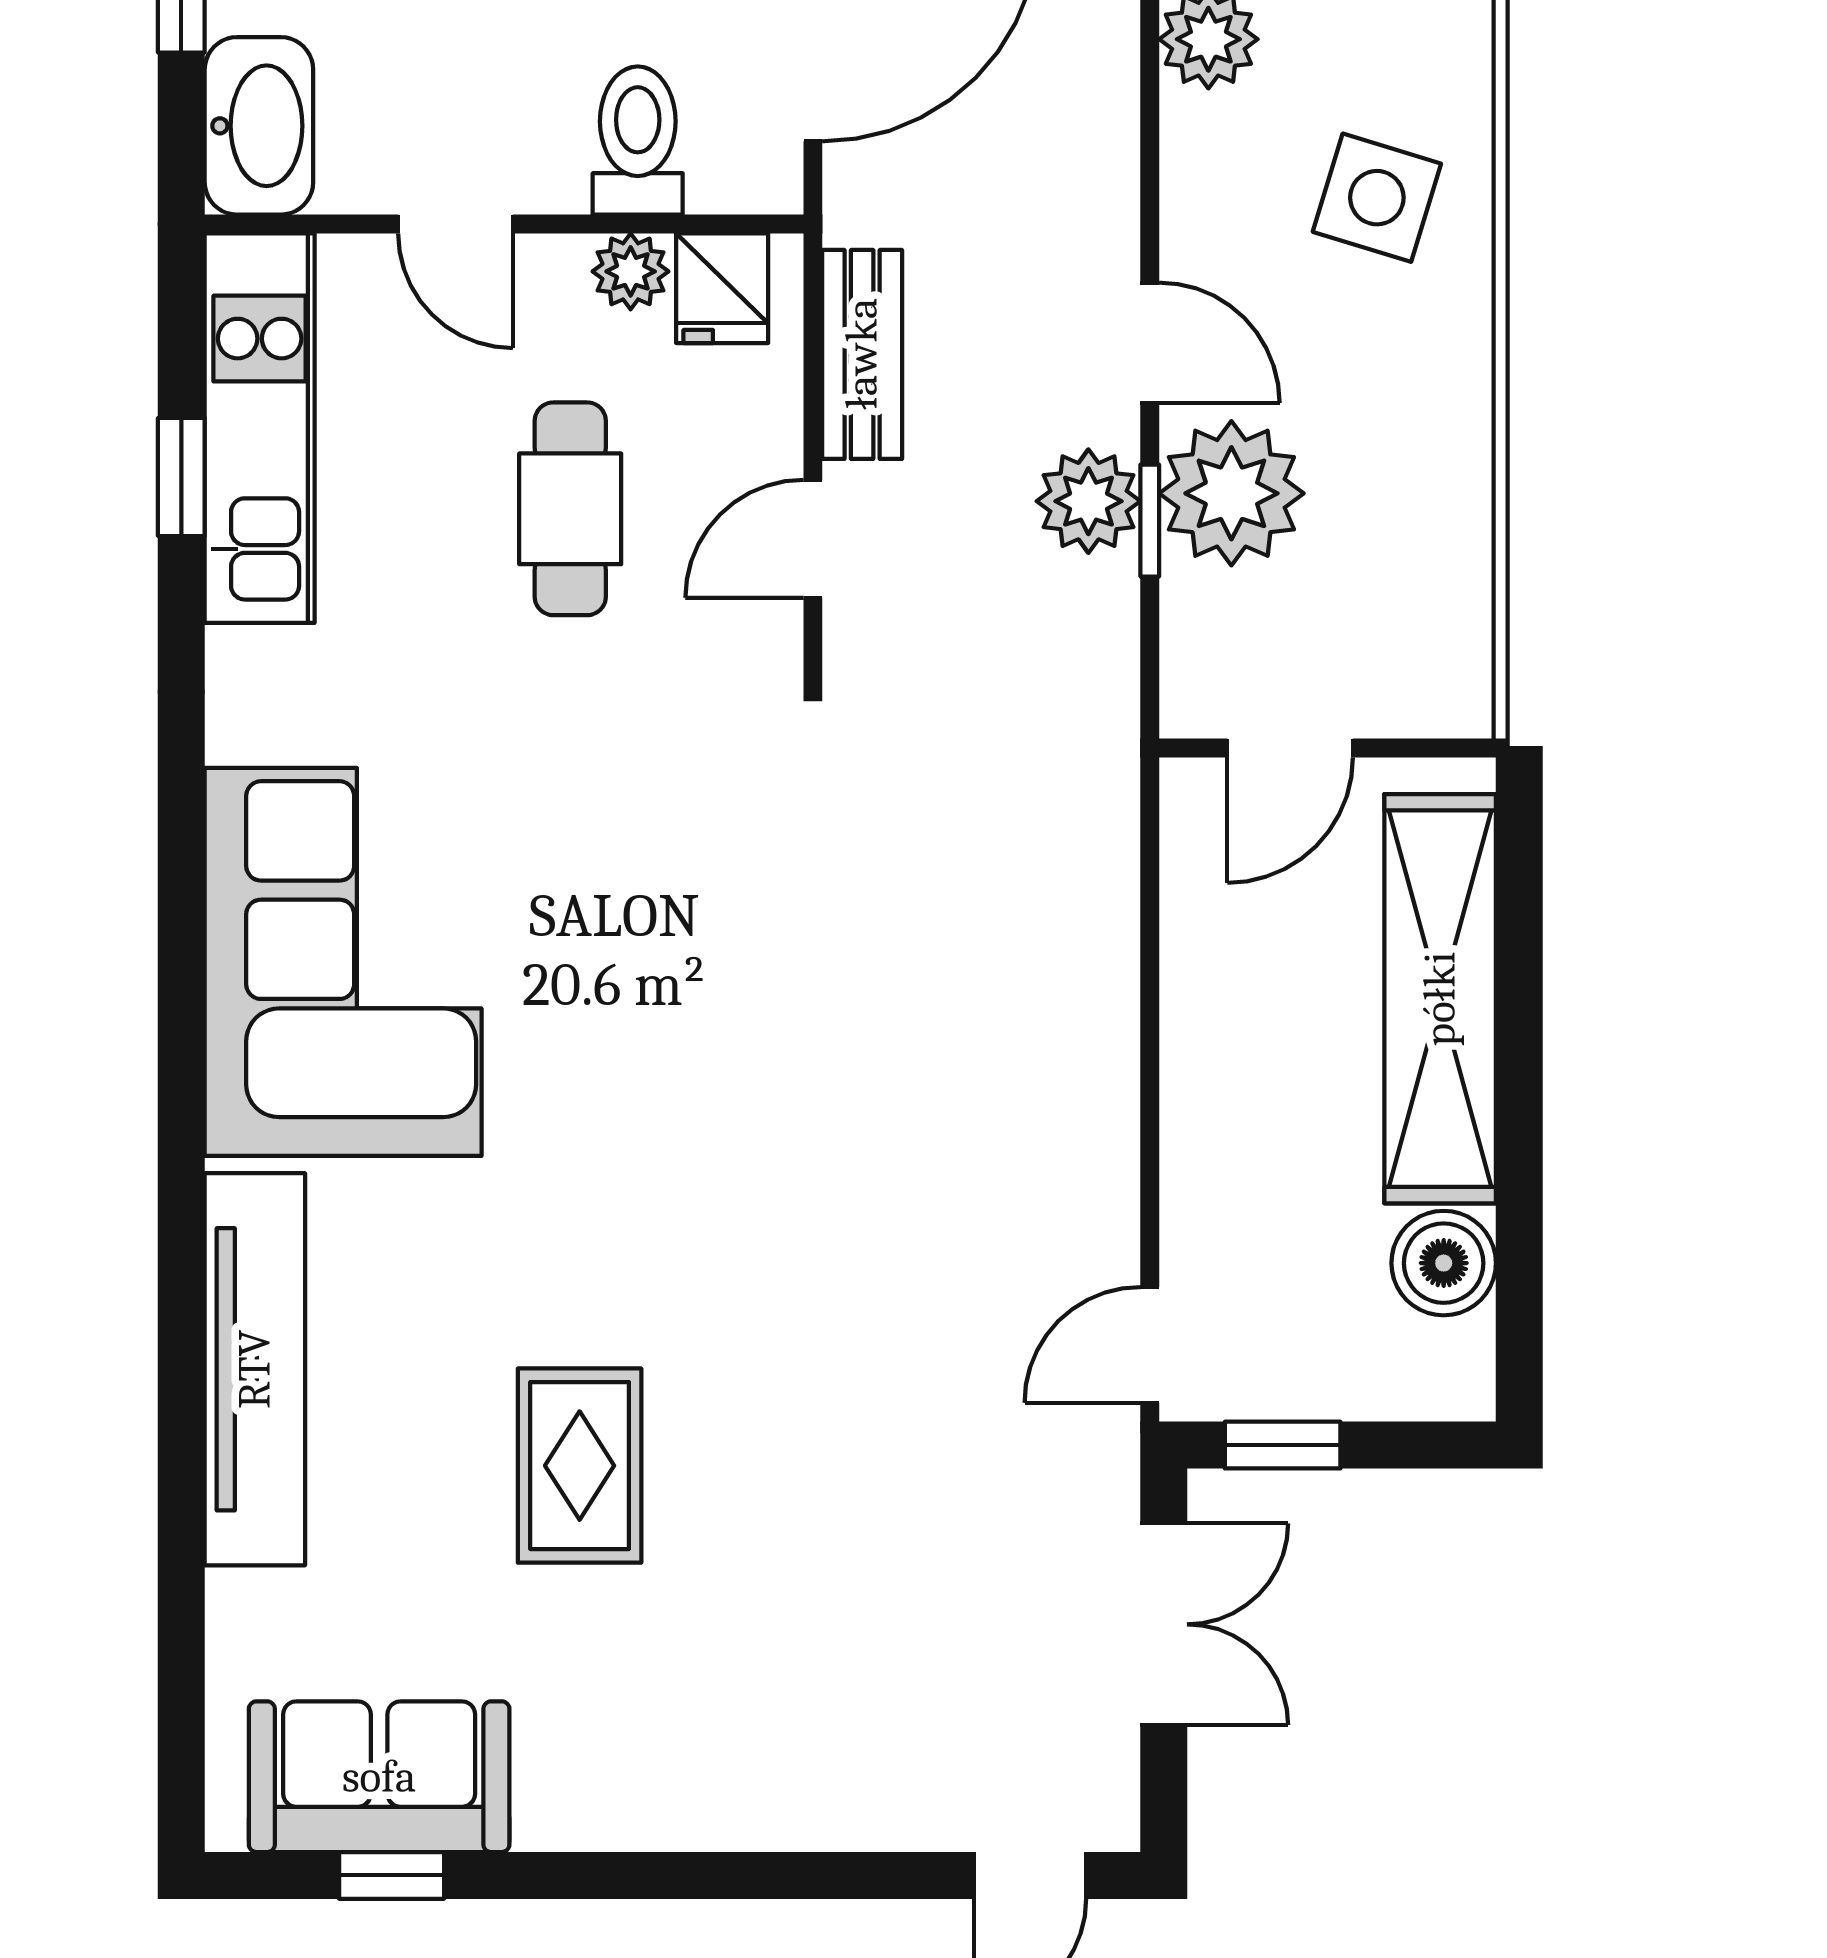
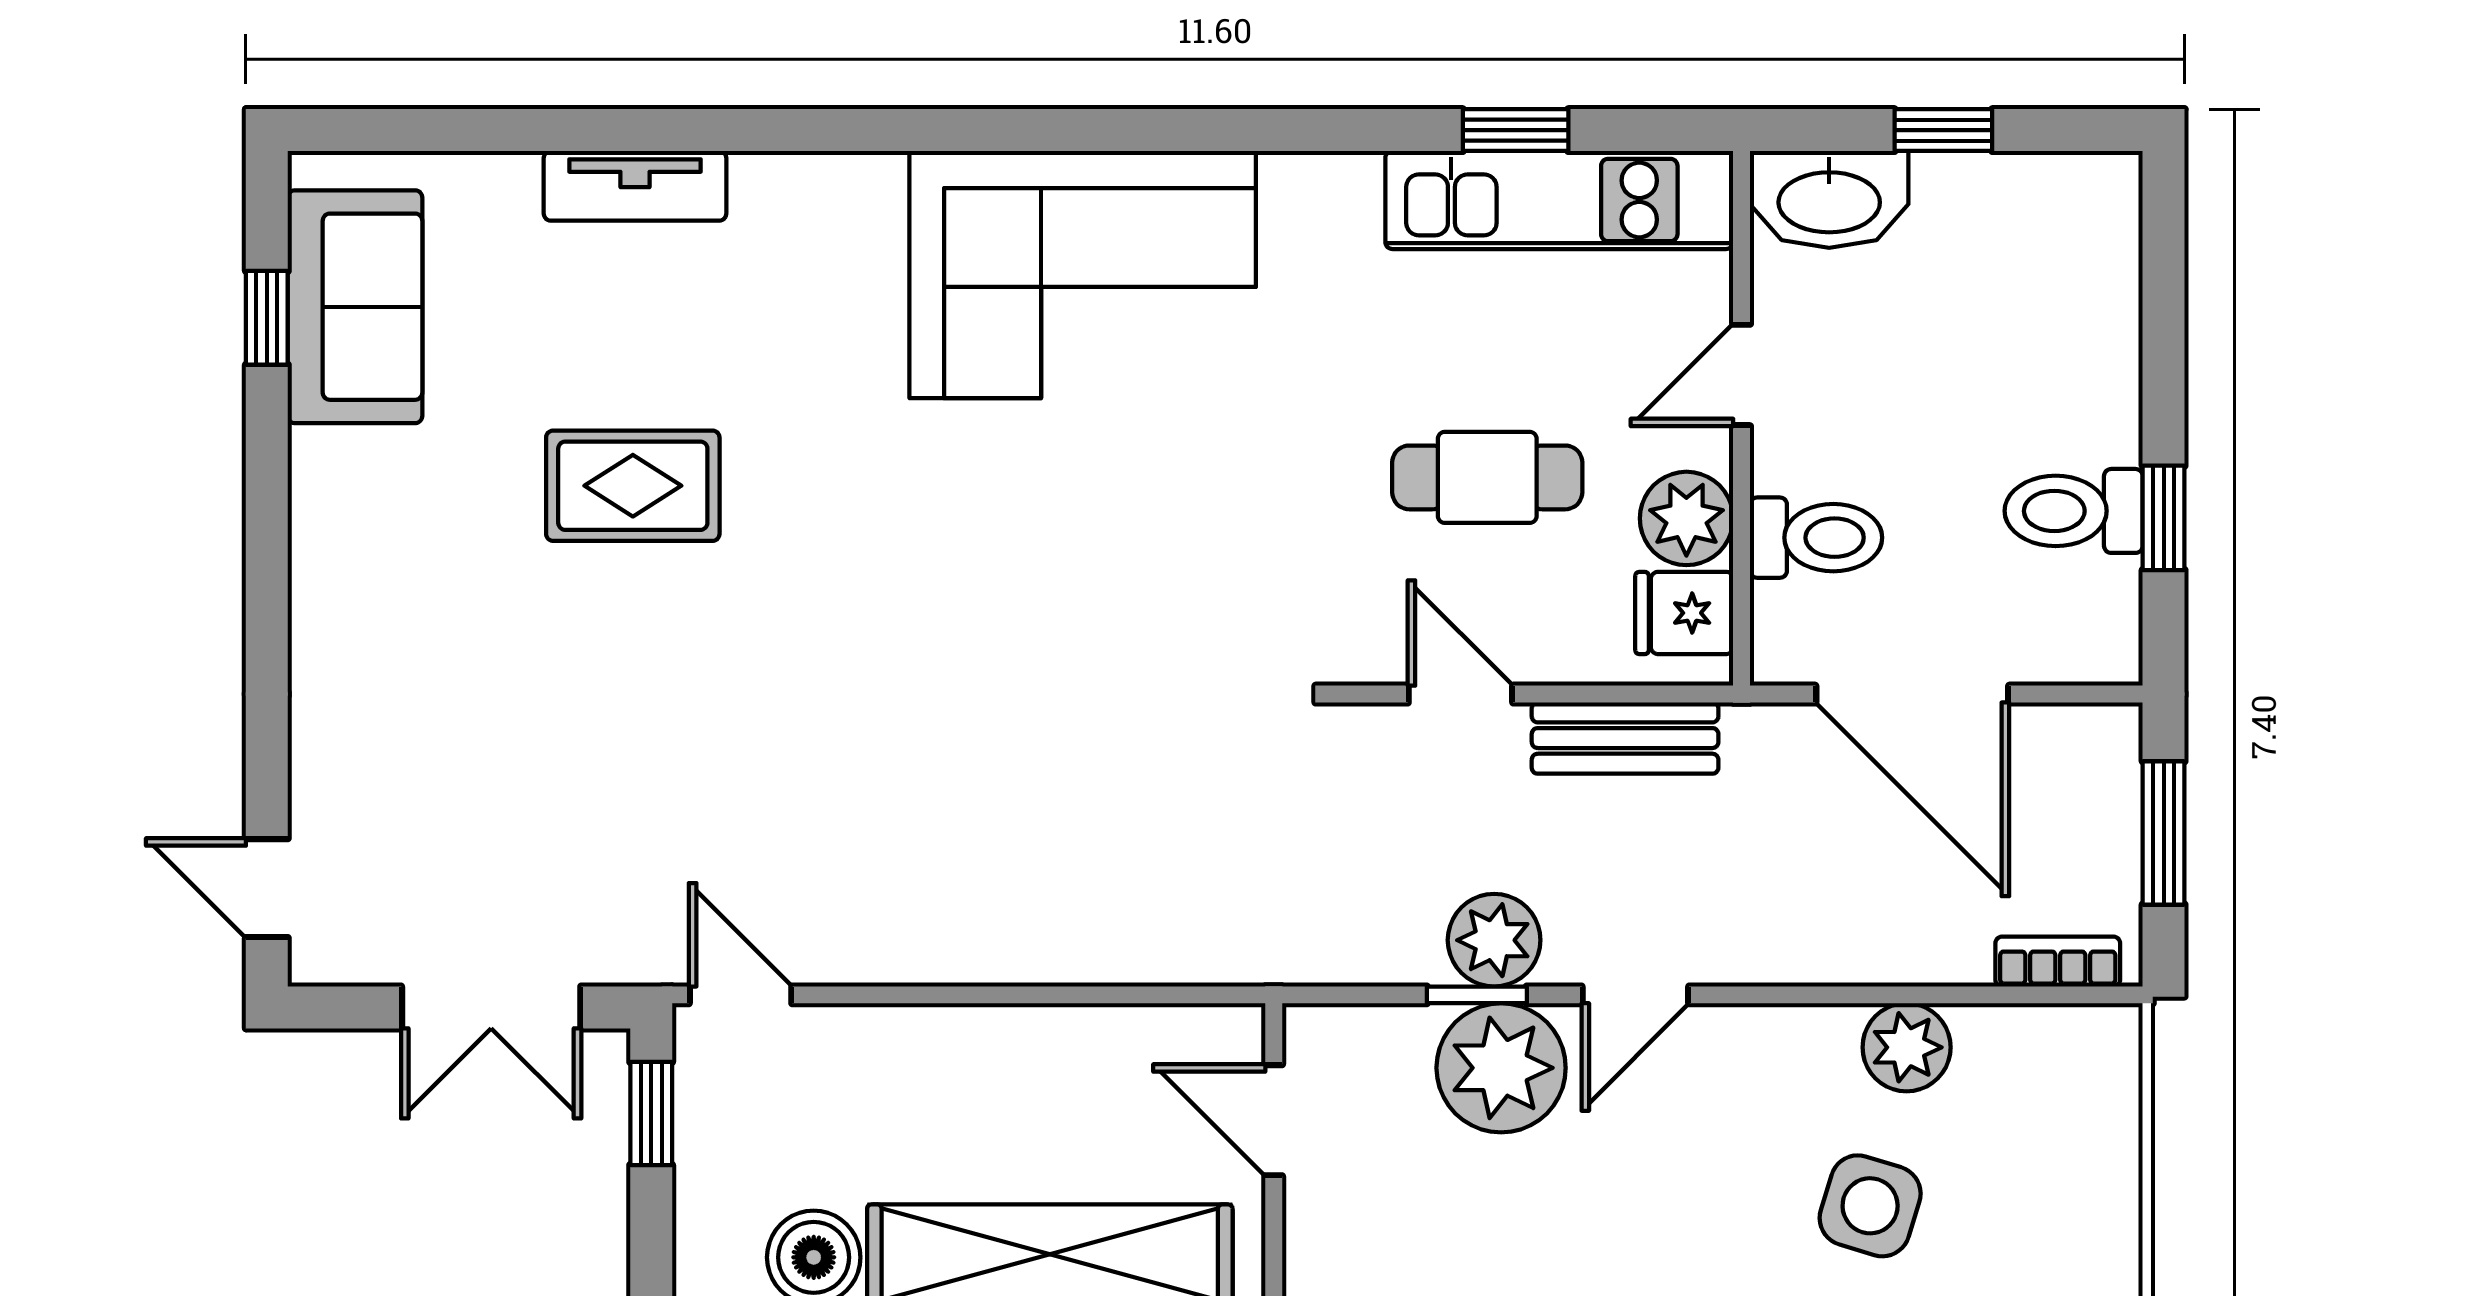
side table: (1377, 198) -> (1870, 1206), moved
plant: (631, 271) -> (1686, 518), width x1.38, depth x1.38
tv unit: (255, 1369) -> (635, 186), width x0.52, depth x0.78

